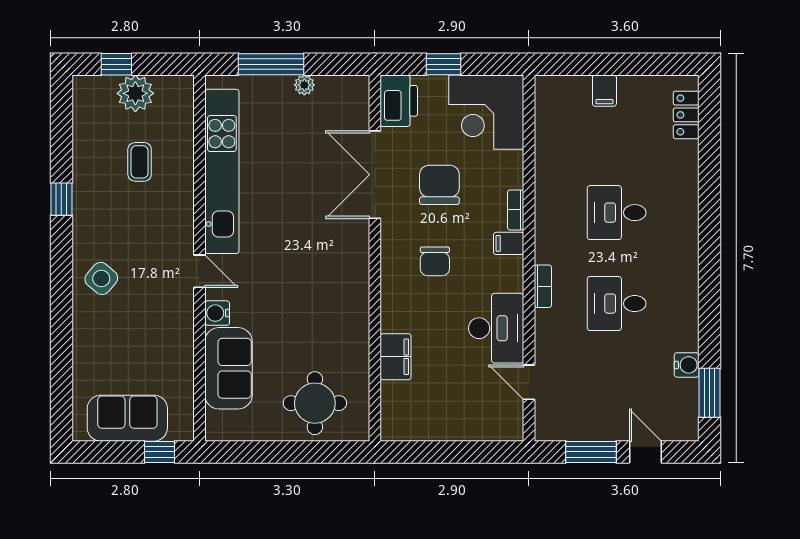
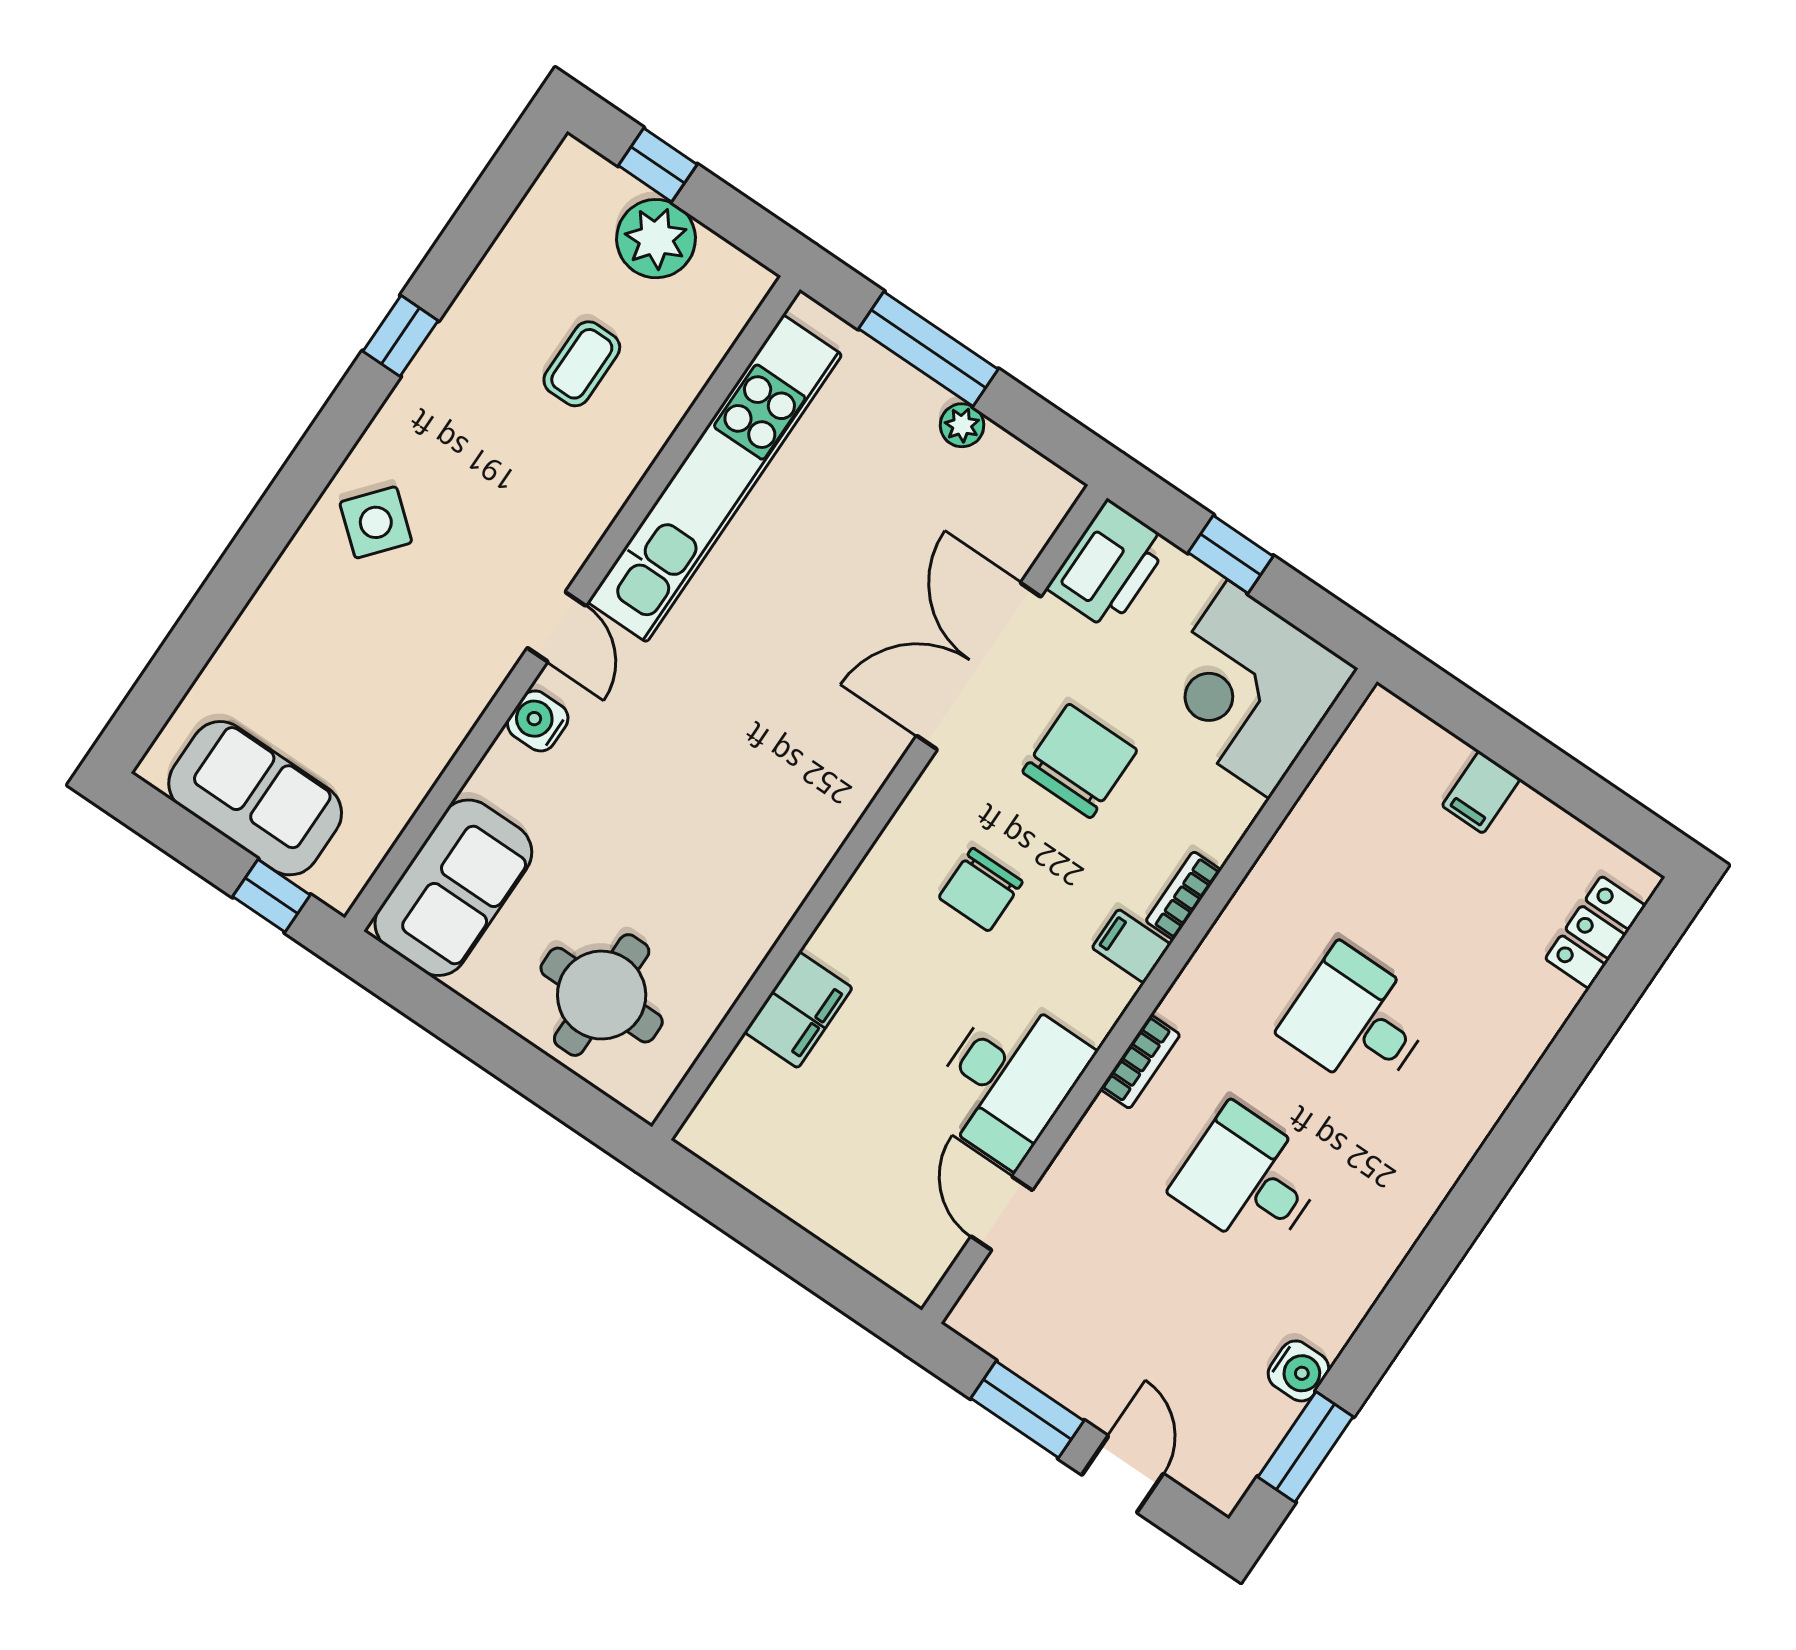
sofa: (228, 368) -> (453, 888), moved

